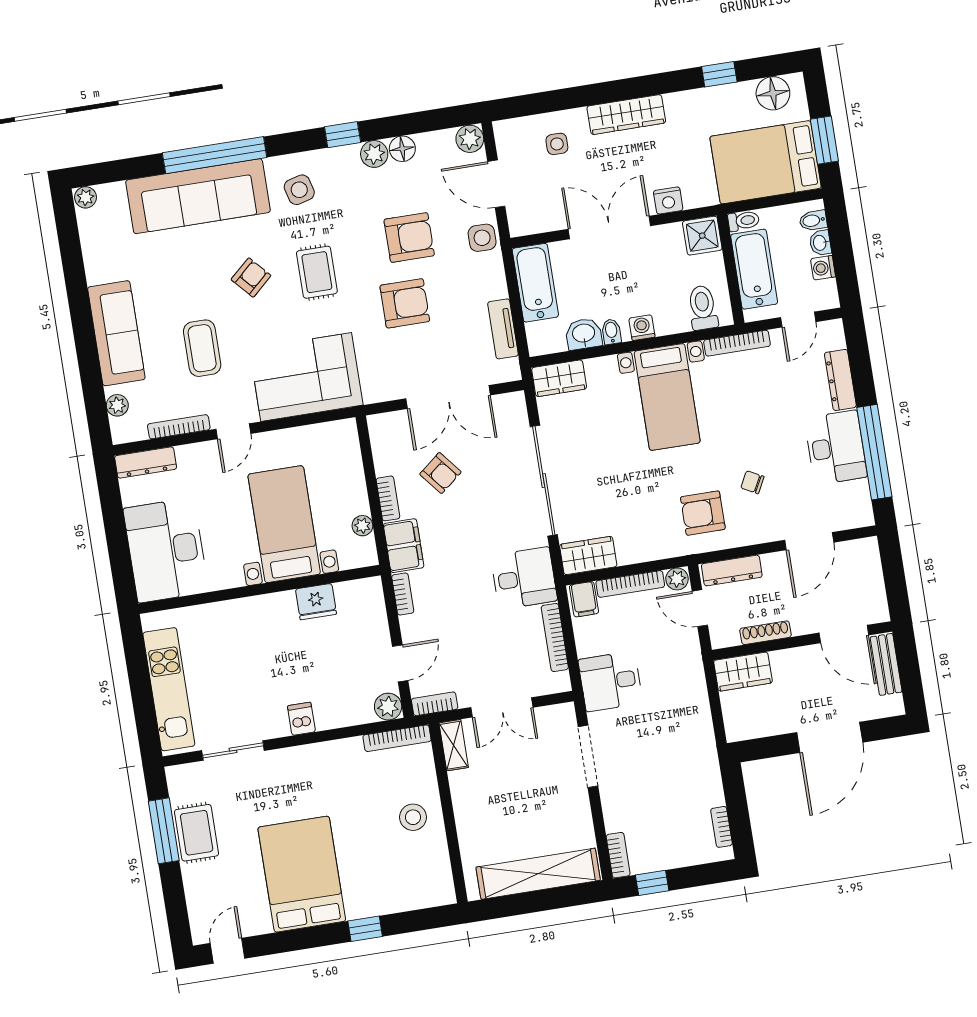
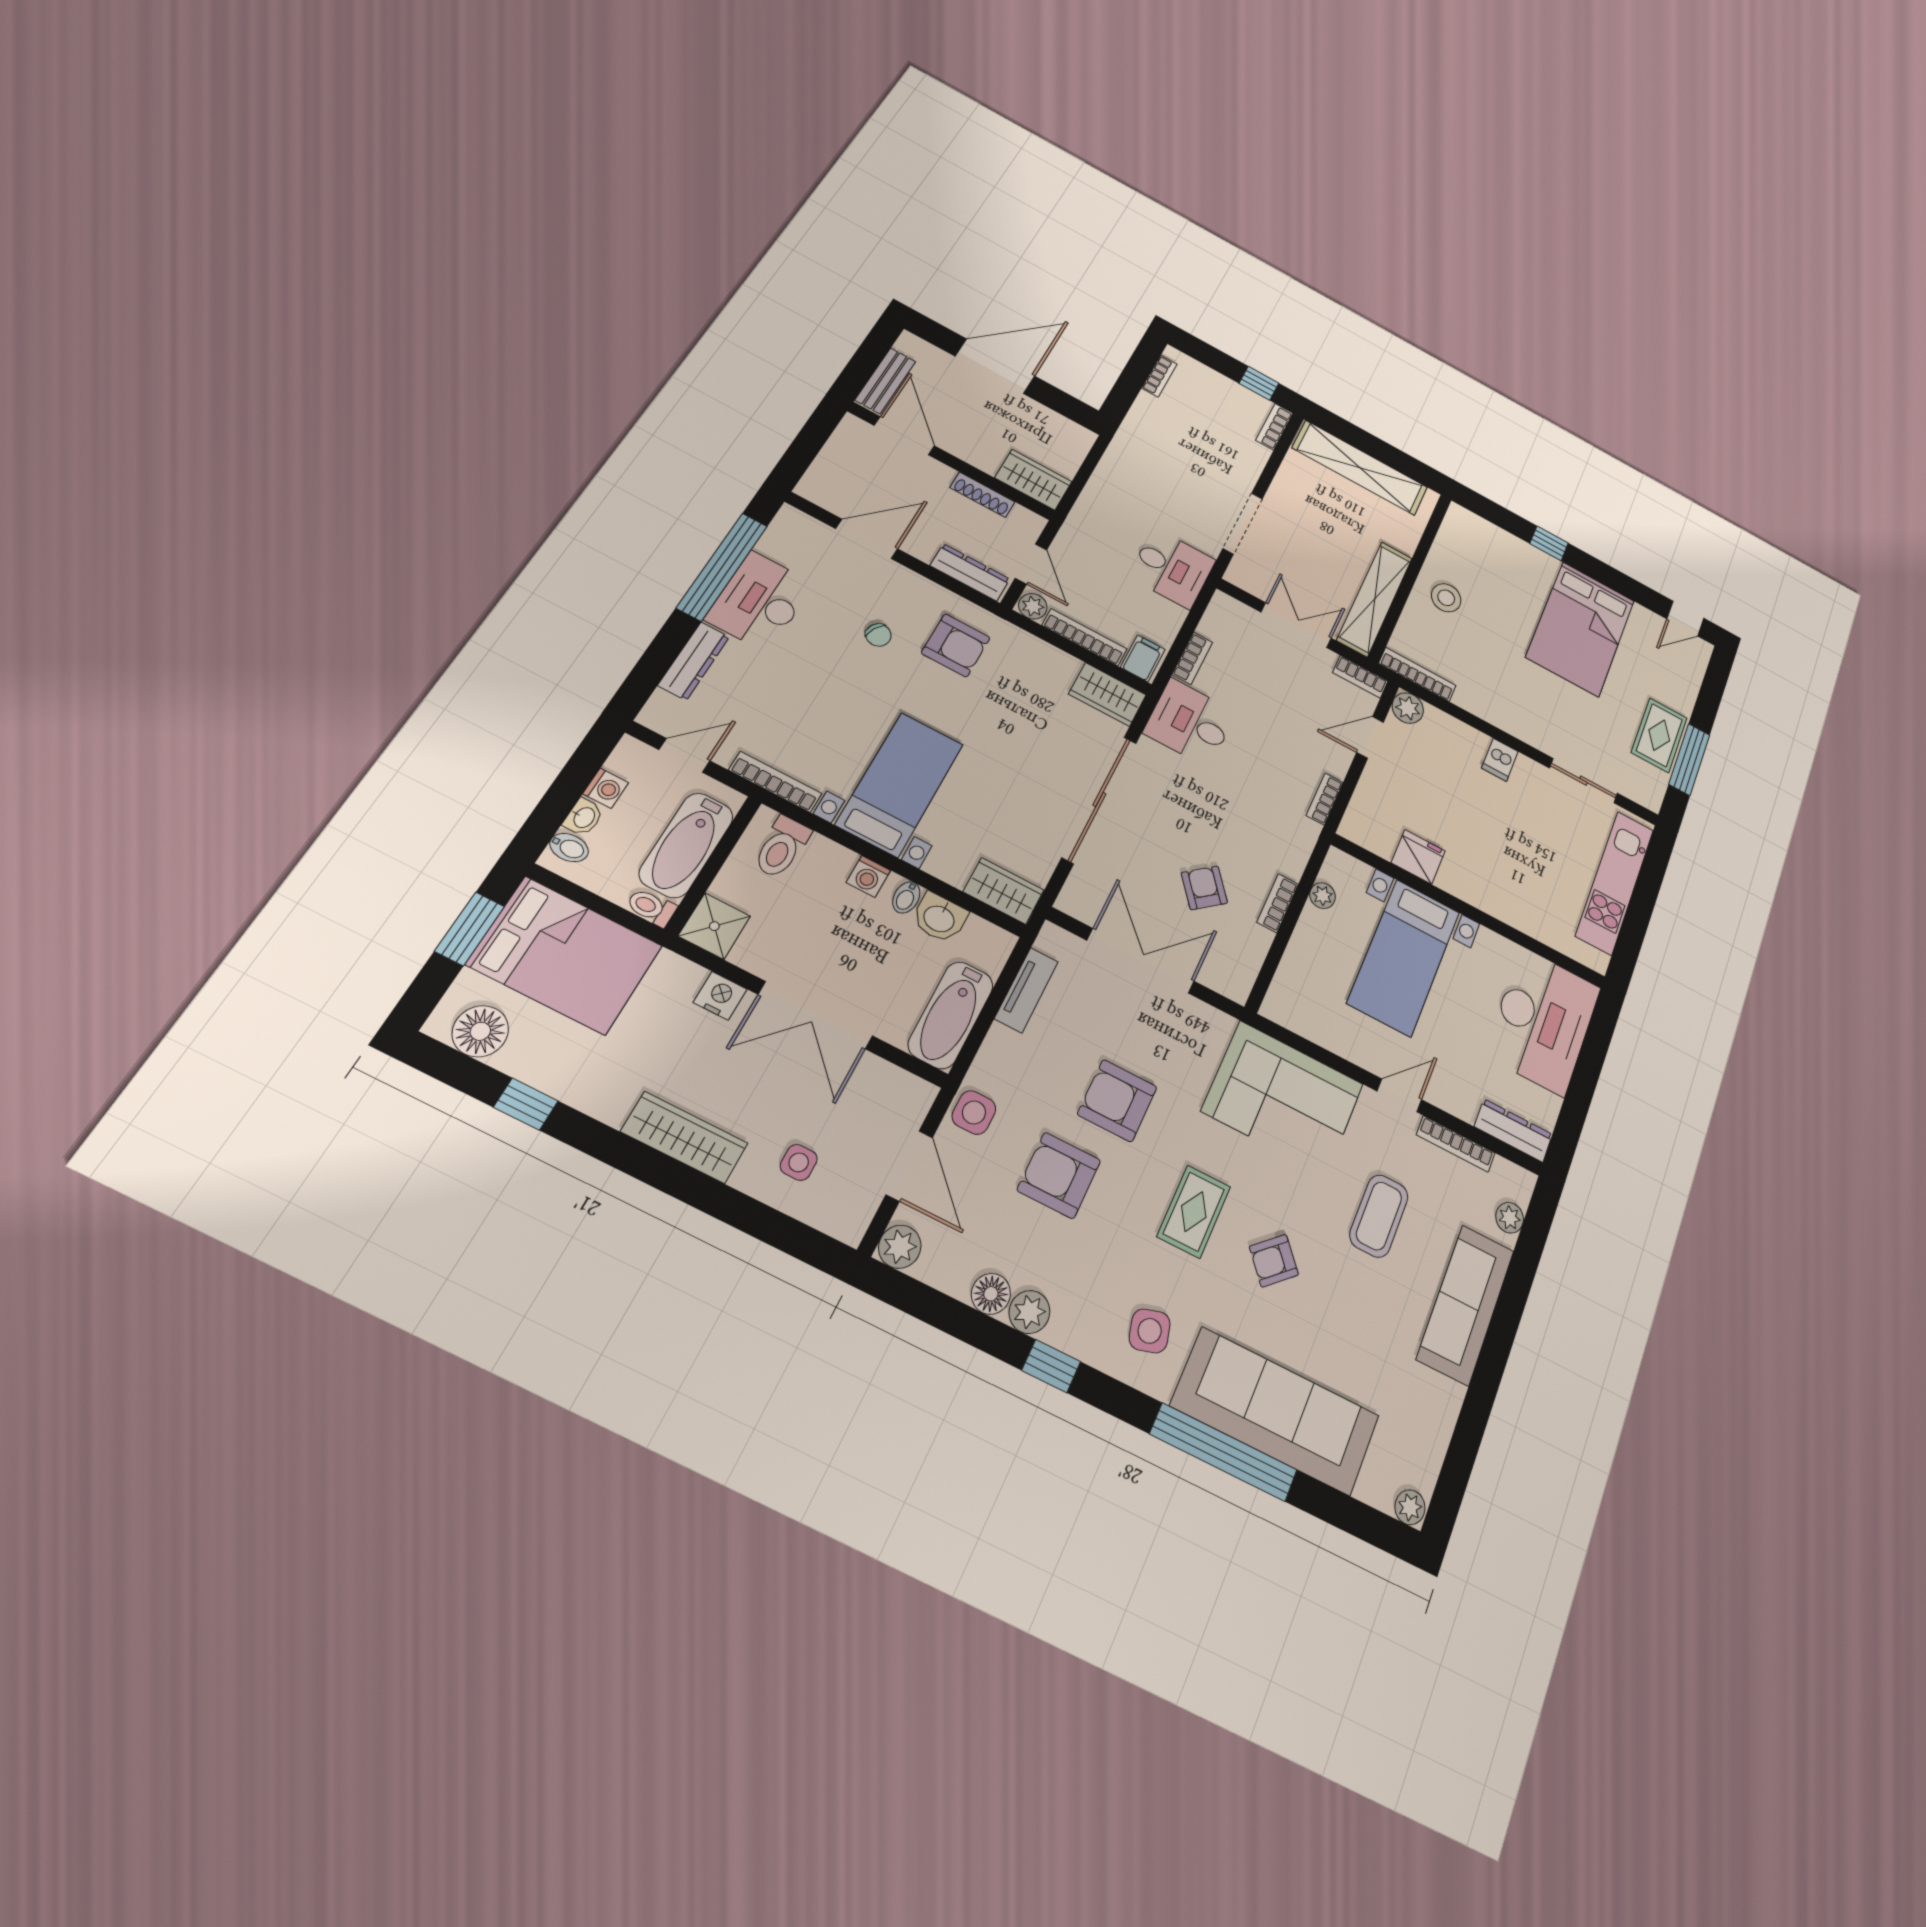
filing cabinet: (404, 546) -> (1293, 844), removed
bookcase: (555, 637) -> (1192, 658), width x0.64
shelving: (454, 745) -> (1375, 599), width x2.20, depth x1.33

